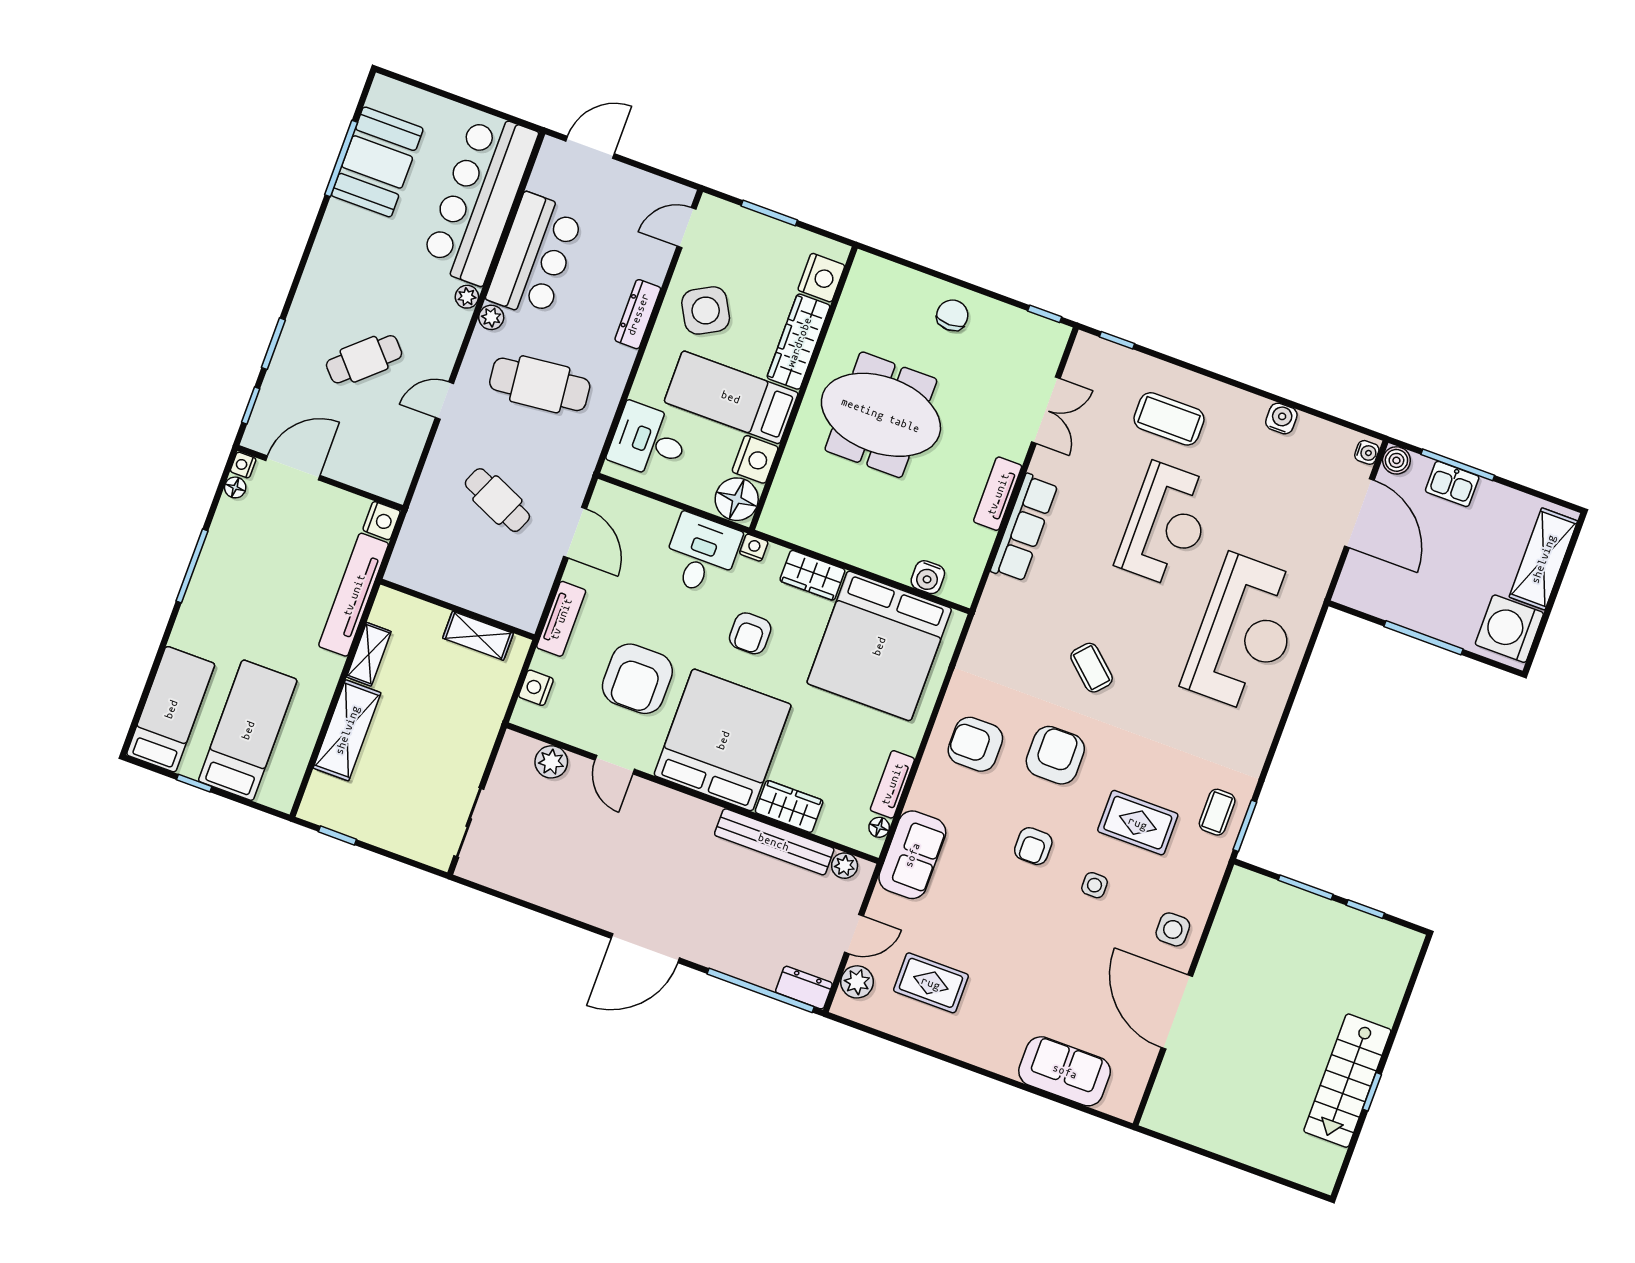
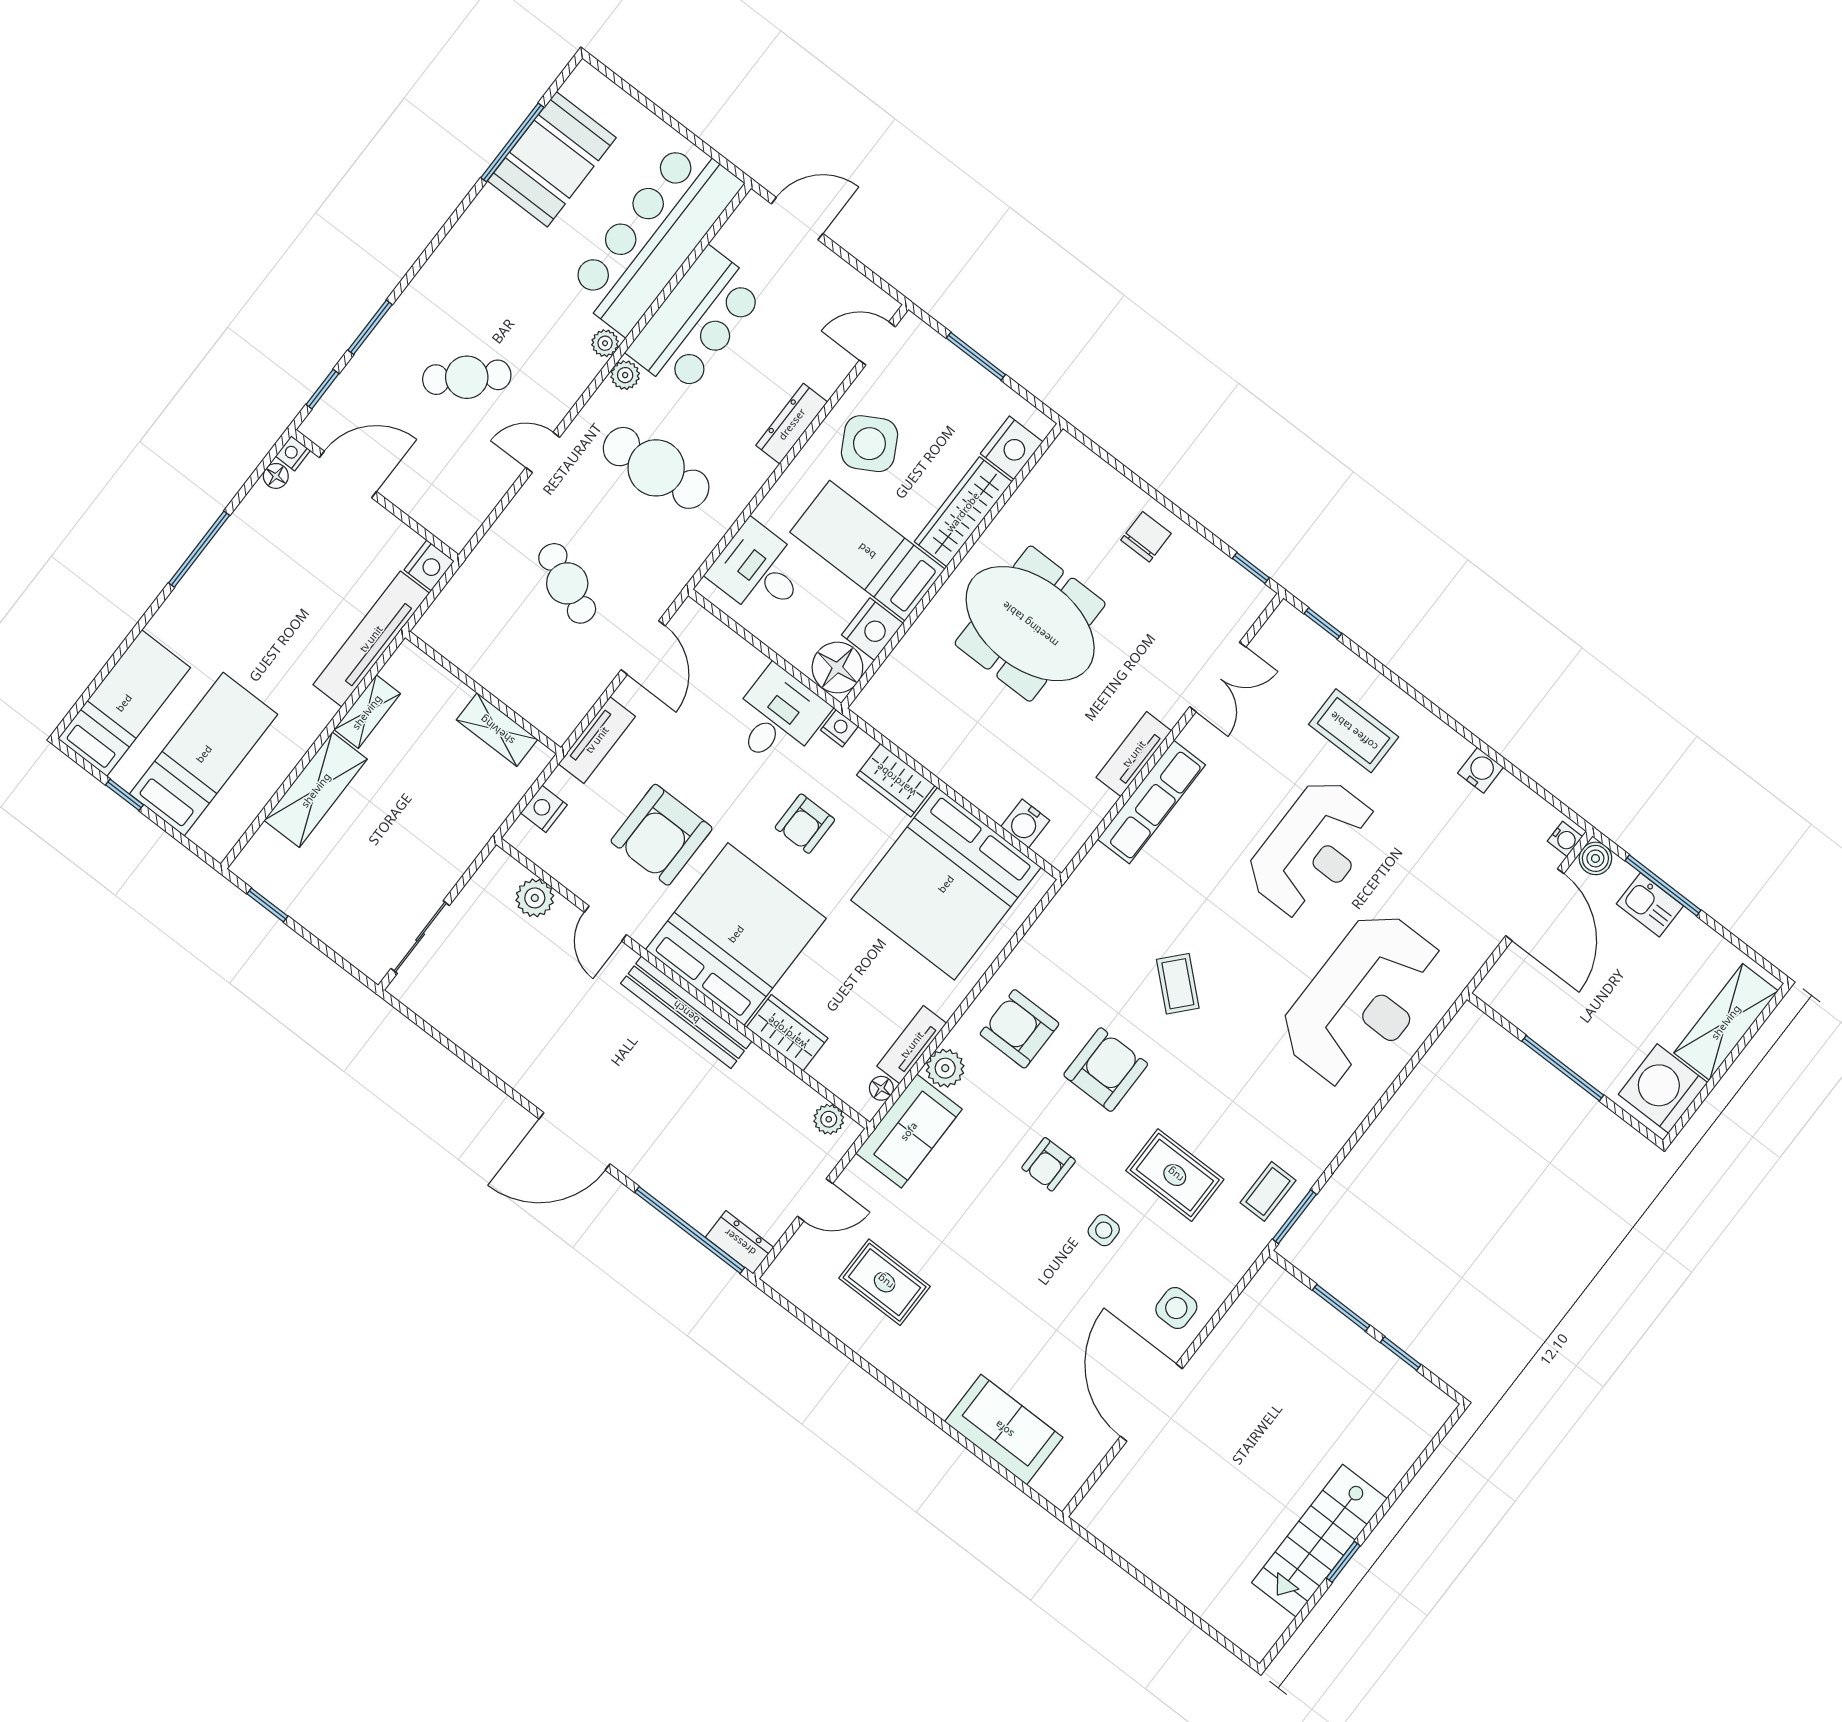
bench: (774, 842) -> (686, 1012), moved
plant: (857, 982) -> (945, 1068), moved

